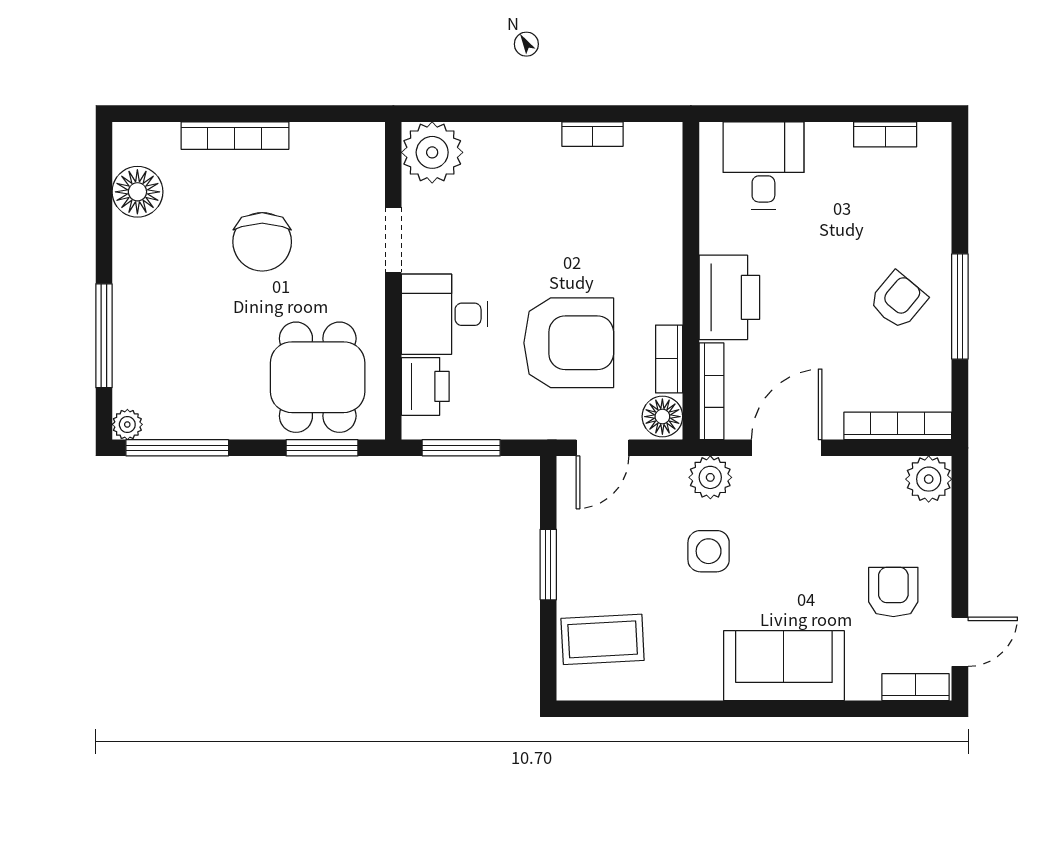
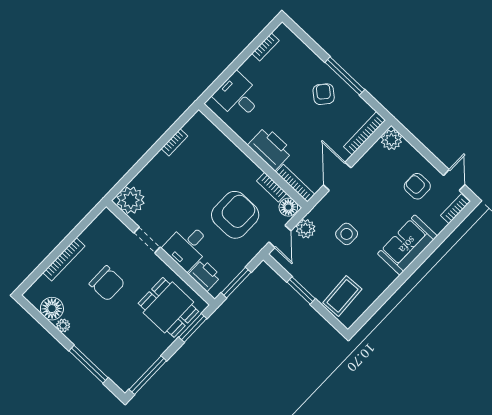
plant: (127, 424) -> (63, 326), moved
plant: (710, 477) -> (306, 229), moved

